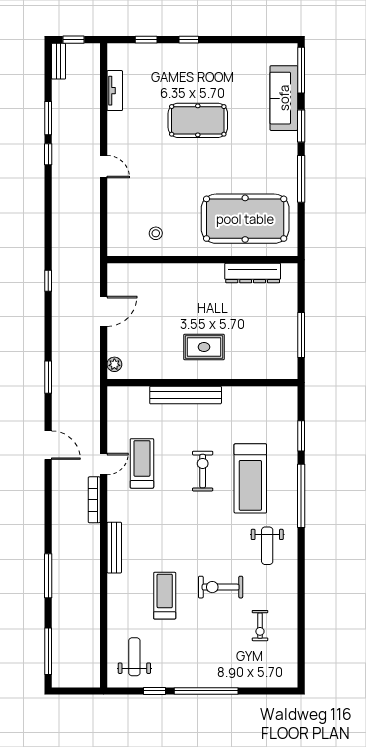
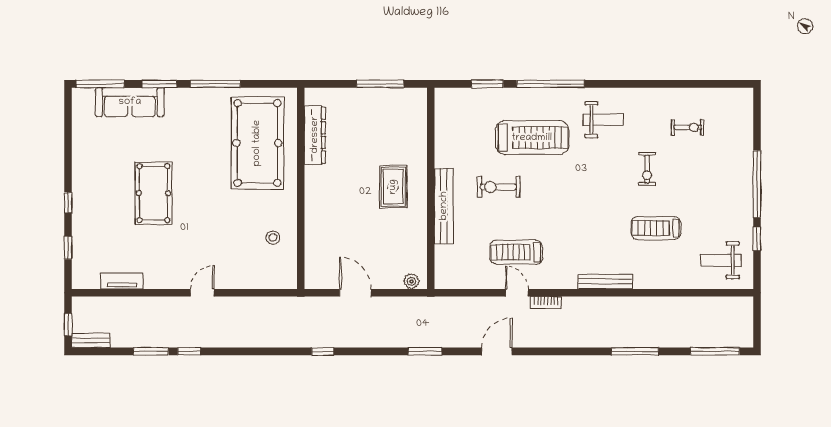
exercise bike: (203, 471) -> (499, 187), moved
bookcase: (94, 500) -> (546, 303), width x0.64
exercise bike: (221, 587) -> (647, 169), width x0.73, depth x0.72

